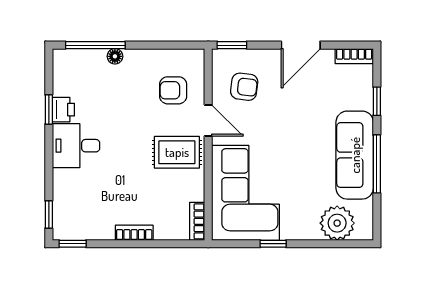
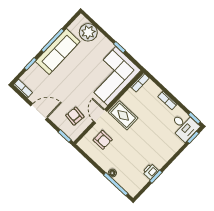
desk: (76, 146) -> (184, 126), moved

